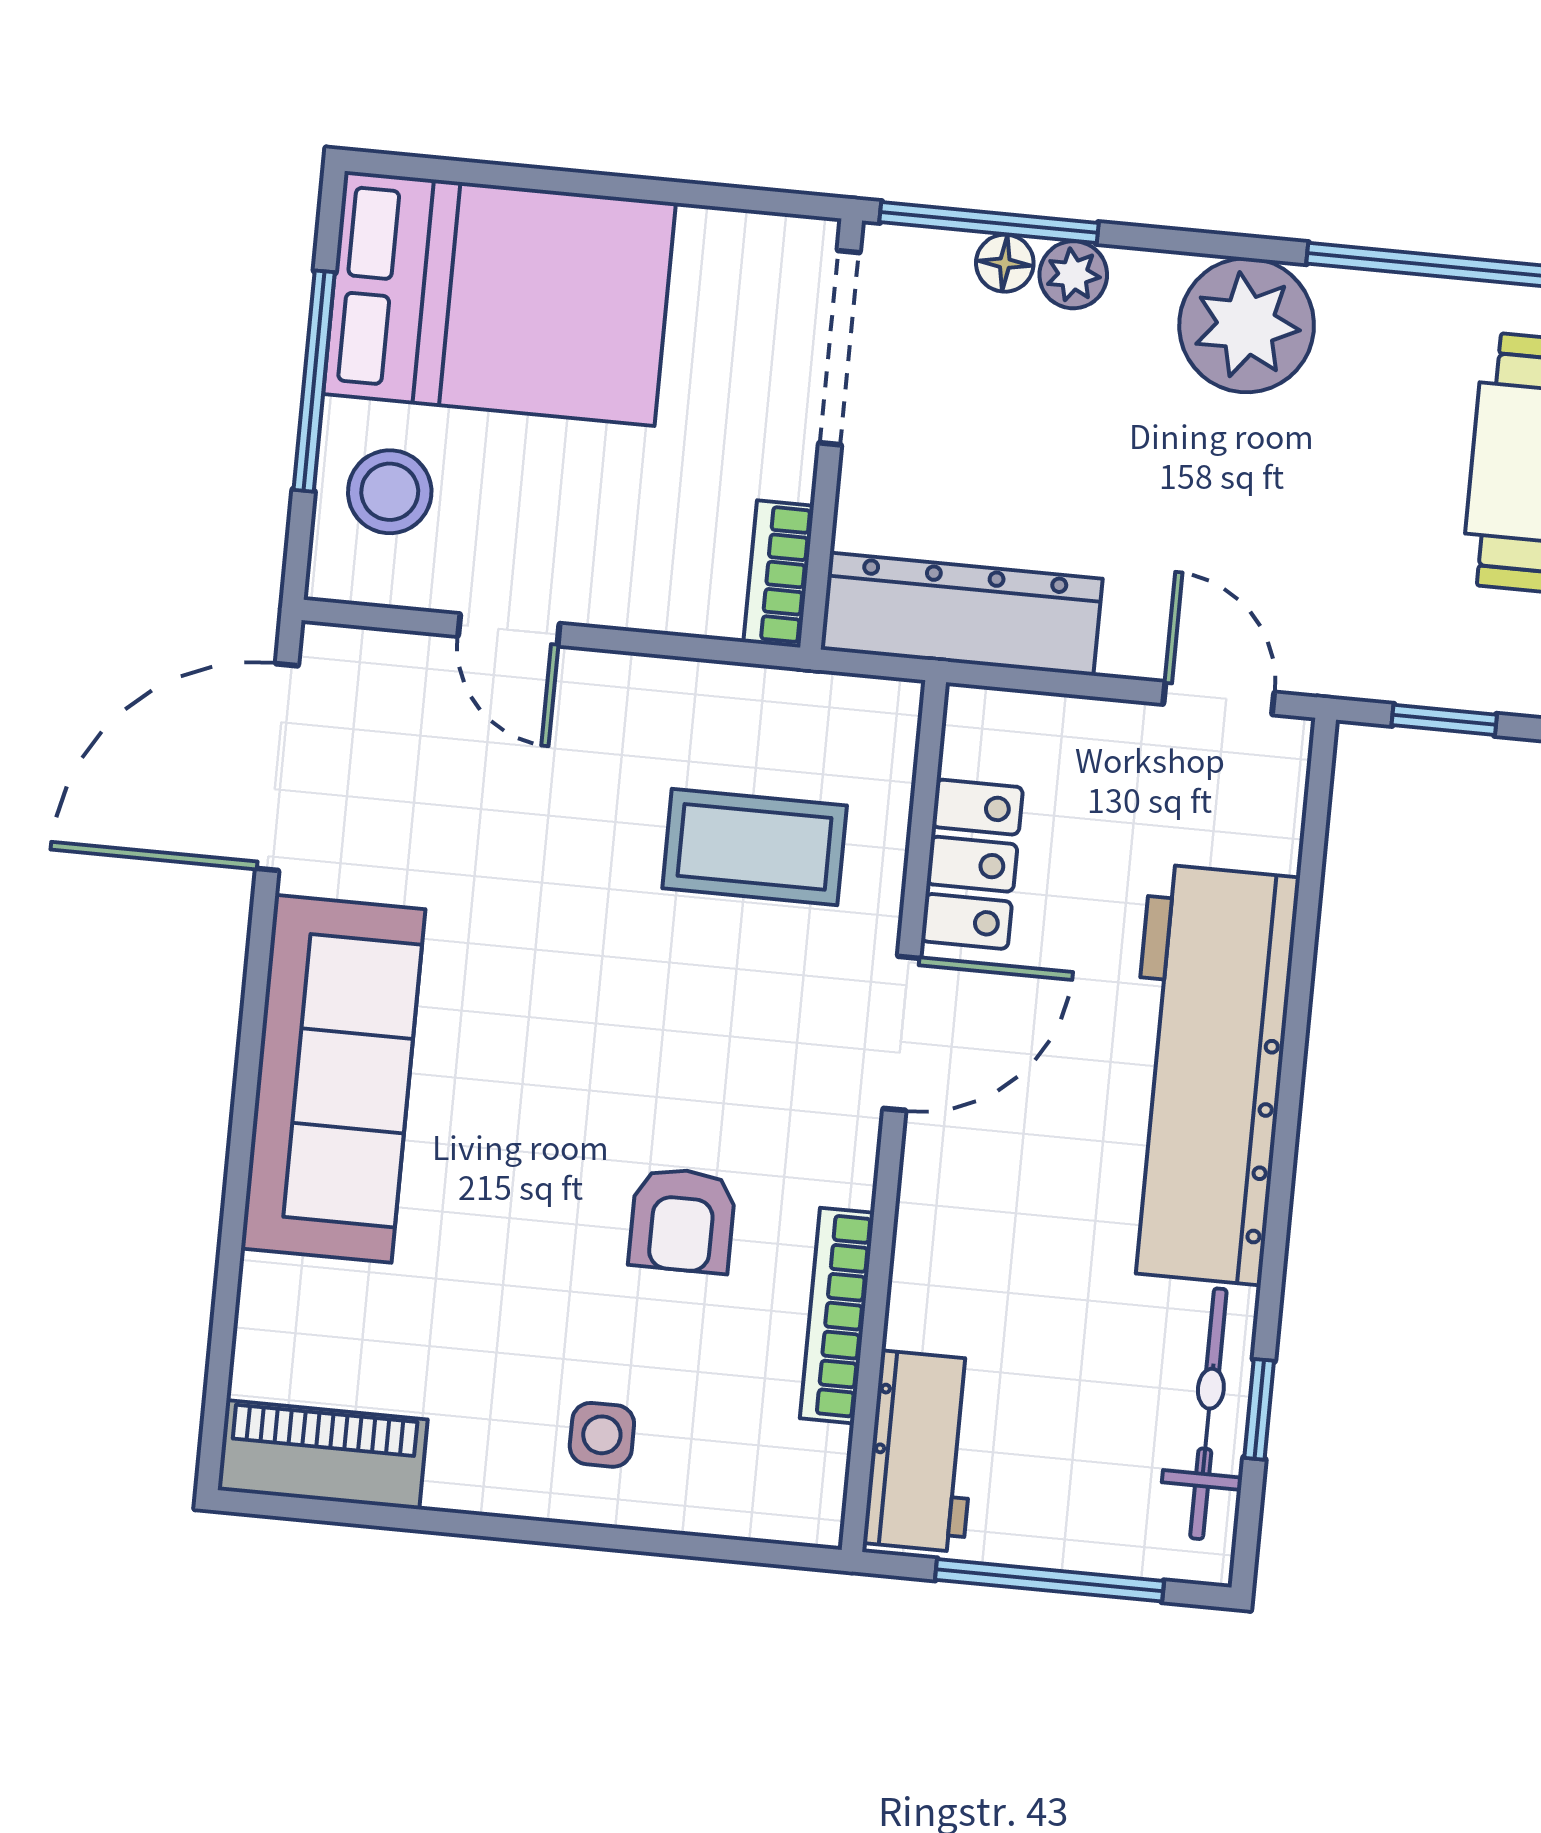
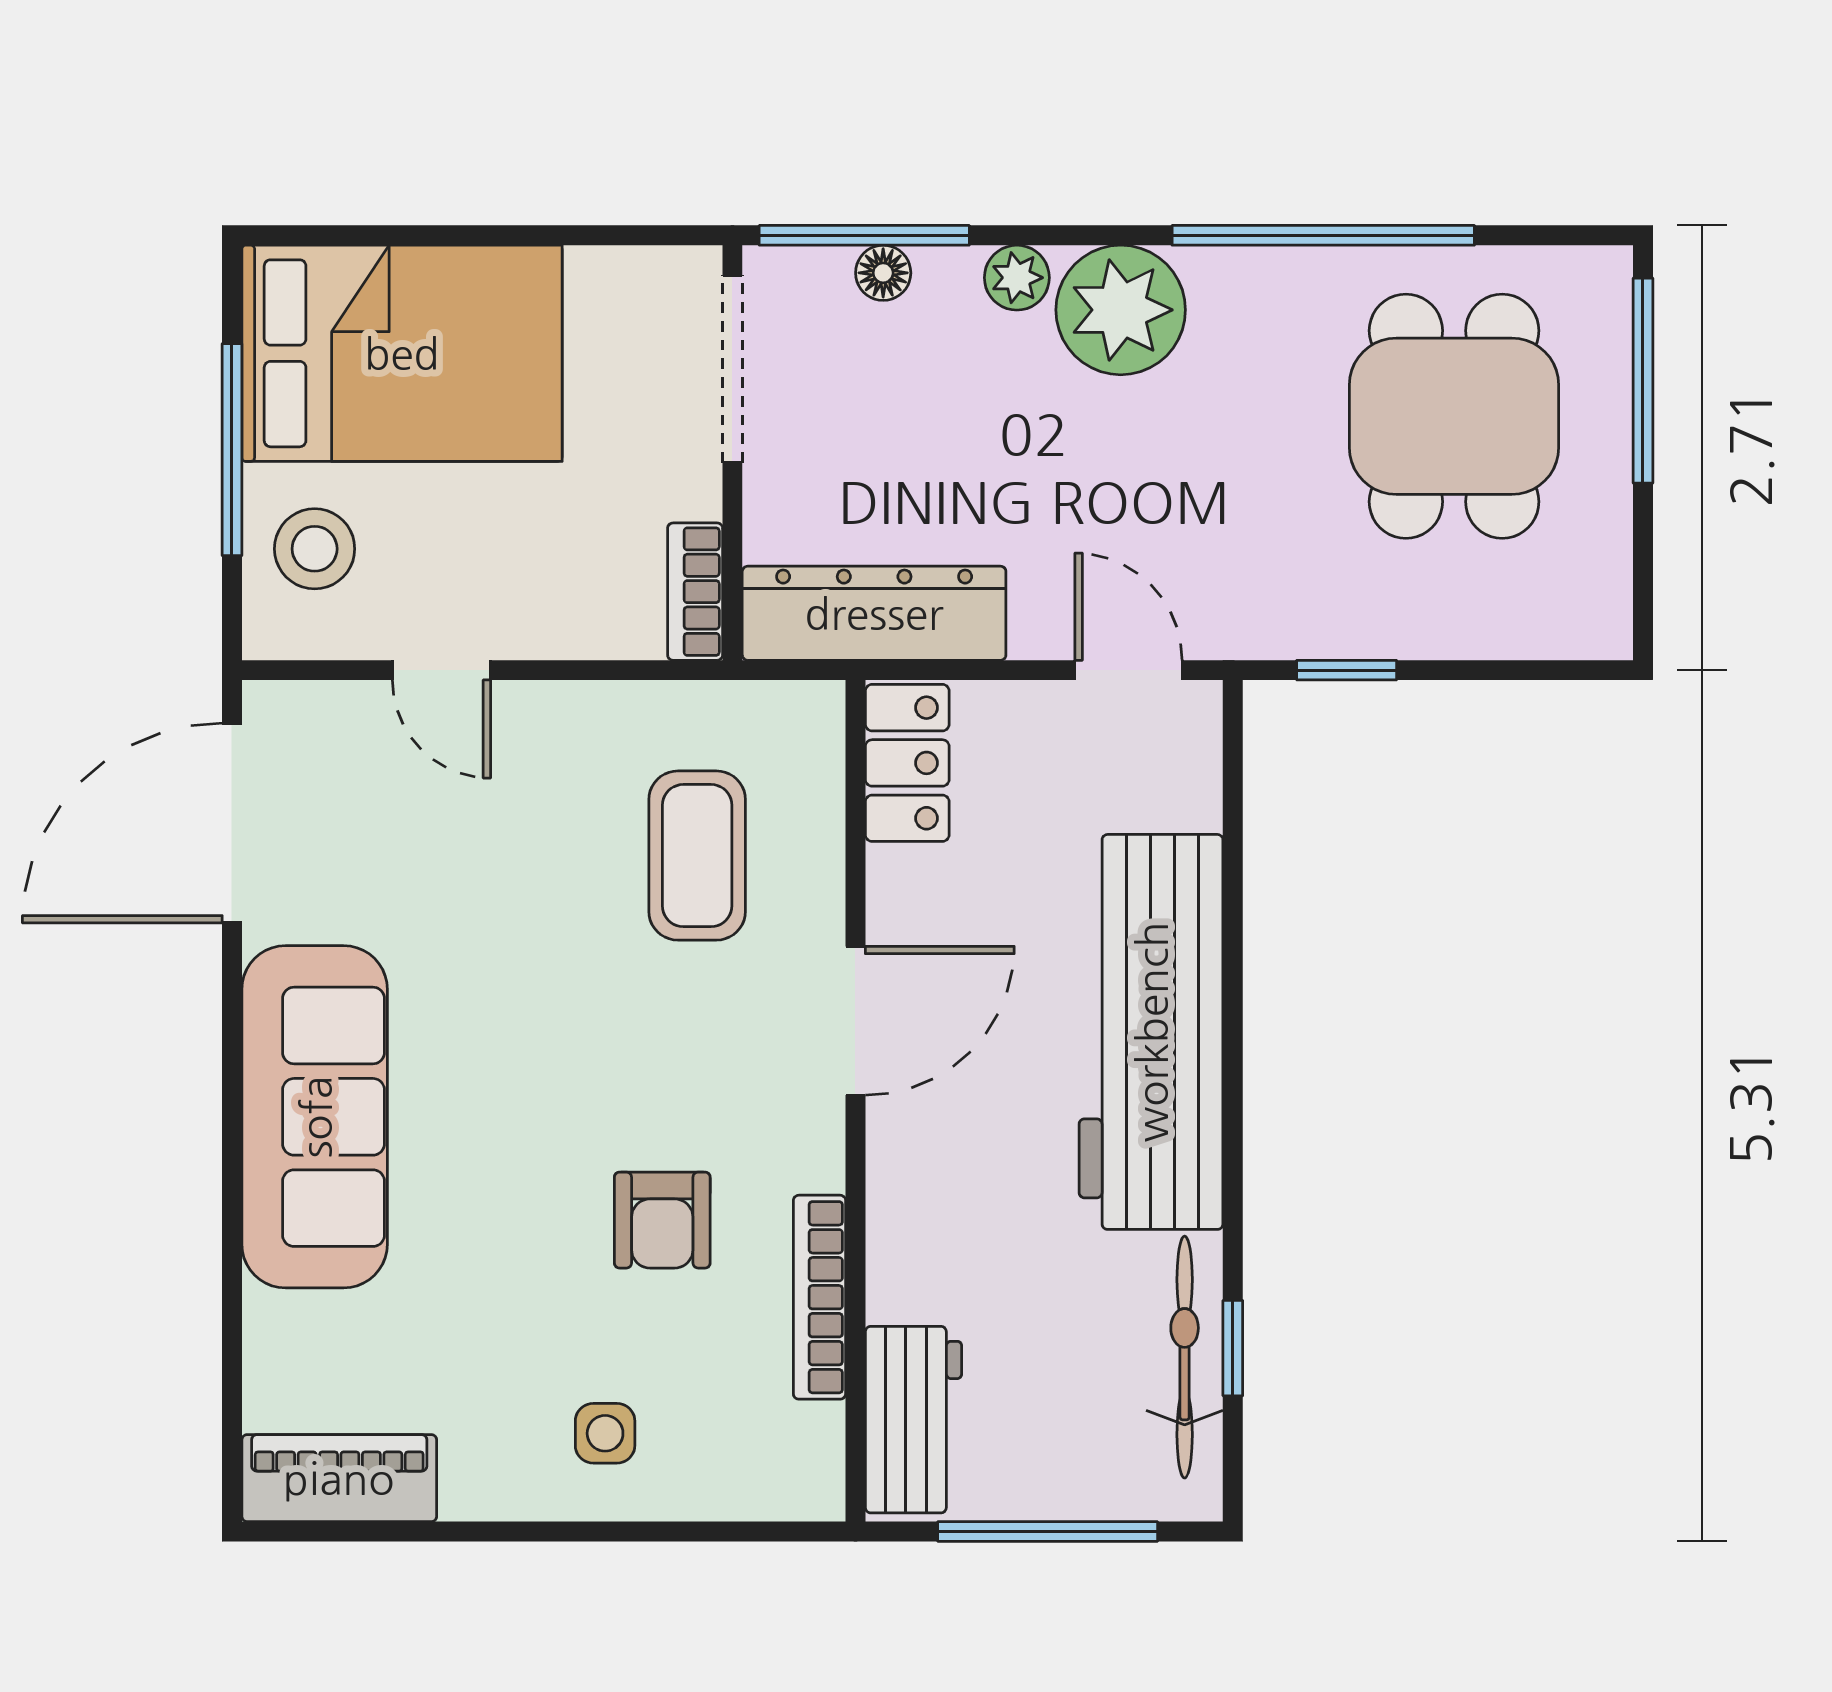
plant: (1073, 275) -> (1017, 278), moved
coffee table: (755, 847) -> (697, 856), turned 90
locker: (972, 864) -> (907, 763), moved

